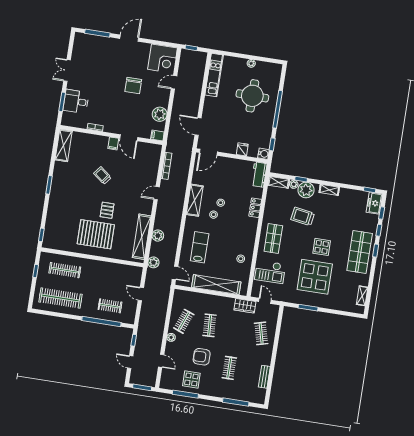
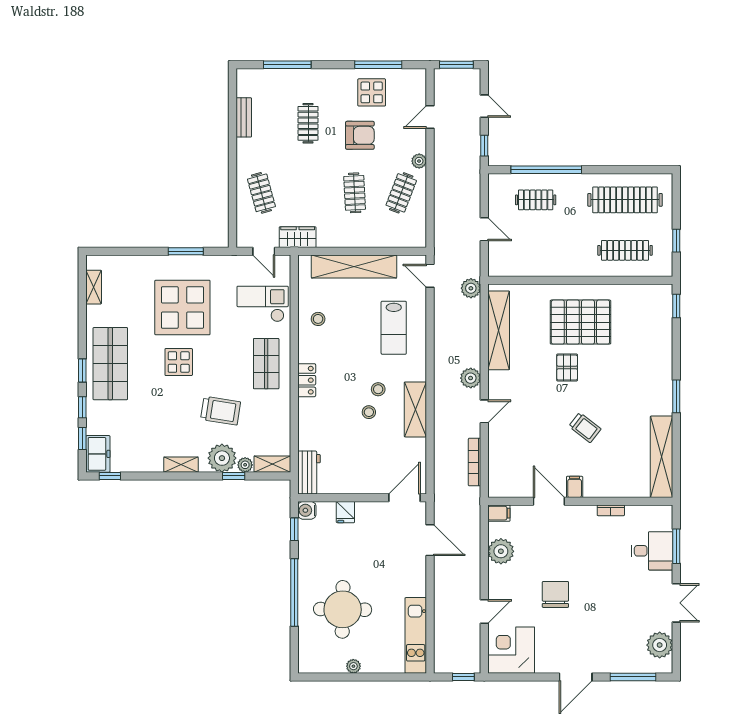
plant: (80, 49) -> (660, 645), added
shelving: (64, 145) -> (662, 457), width x1.47
locker: (255, 208) -> (307, 380), moved
plant: (158, 236) -> (471, 378), moved
door: (161, 361) -> (430, 117), hinge flipped

